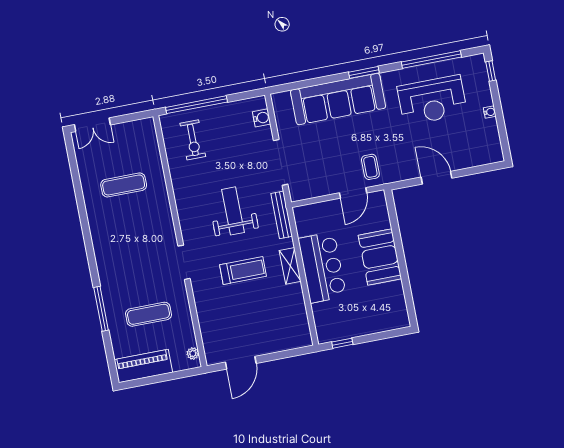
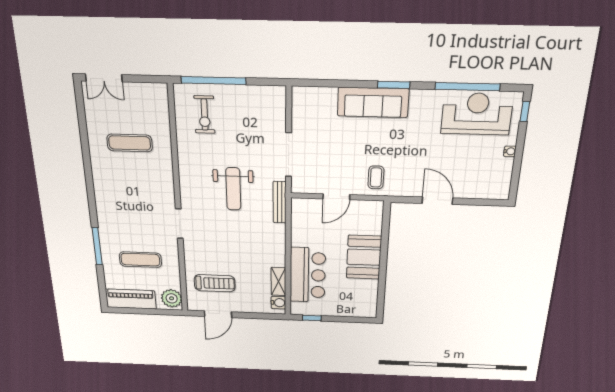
sofa: (338, 99) -> (373, 102), width x0.74, depth x0.79
reception desk: (432, 100) -> (477, 114), moved, turned 180
water cooler: (262, 118) -> (278, 303), moved
door: (353, 193) -> (336, 197), moved
weight bench: (233, 211) -> (233, 189), turned 180
shelving: (290, 266) -> (278, 281), moved
bar counter: (322, 267) -> (308, 275), moved
treadmill: (243, 271) -> (215, 283), moved
plant: (193, 354) -> (172, 298), width x1.88, depth x1.88

